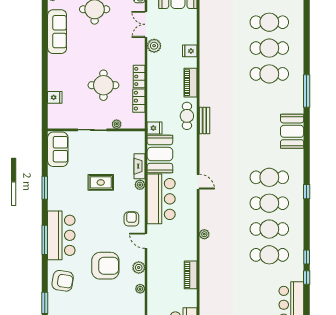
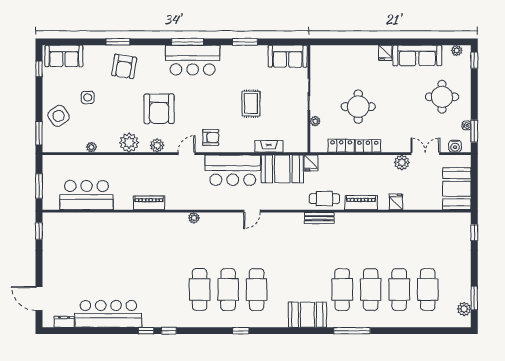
fridge: (55, 97) -> (385, 53), moved
plant: (140, 185) -> (248, 147), removed
cafe table: (269, 255) -> (342, 290), moved
armchair: (63, 281) -> (124, 66), moved
plant: (140, 289) -> (129, 143), width x1.87, depth x1.87

